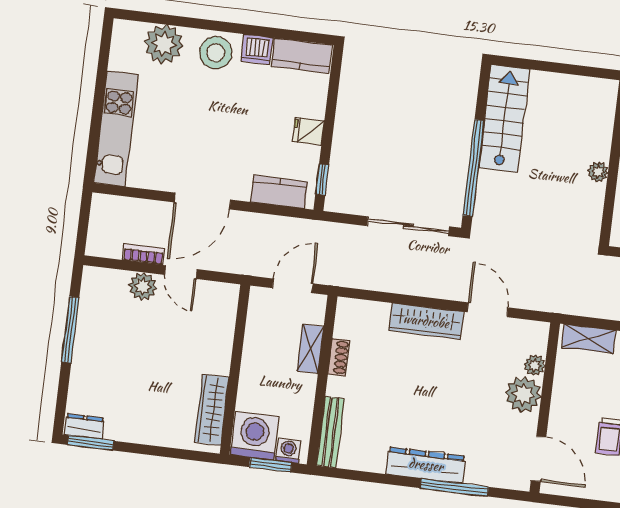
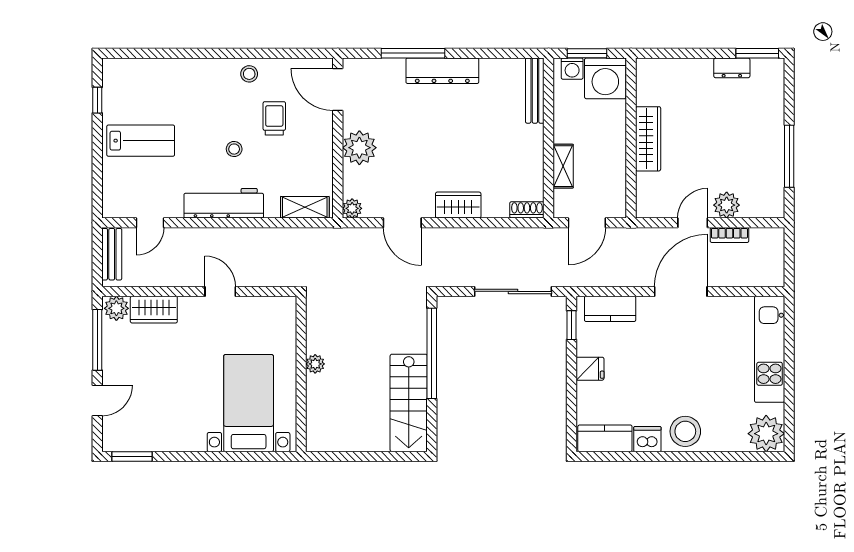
plant: (164, 44) -> (766, 434), moved
sliding door: (408, 226) -> (513, 291), moved
door: (181, 272) -> (693, 223), hinge flipped
wardrobe: (426, 321) -> (458, 205), width x0.67
shoe rack: (339, 357) -> (527, 210), moved, turned 90
plant: (535, 365) -> (352, 208), moved
wardrobe: (212, 410) -> (648, 139), moved
dresser: (84, 426) -> (732, 68), moved

